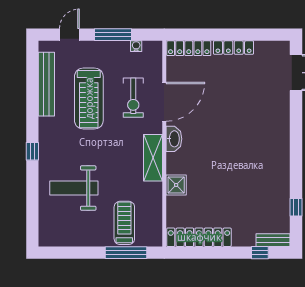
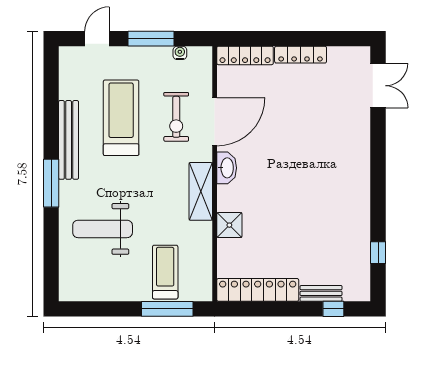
bench: (46, 84) -> (69, 140), moved
treadmill: (89, 98) -> (121, 118), turned 180
window: (32, 151) -> (51, 183), width x2.17
bench: (273, 240) -> (321, 293), moved

